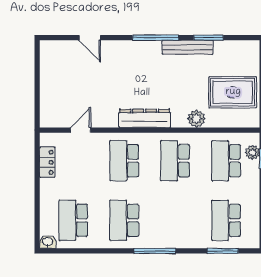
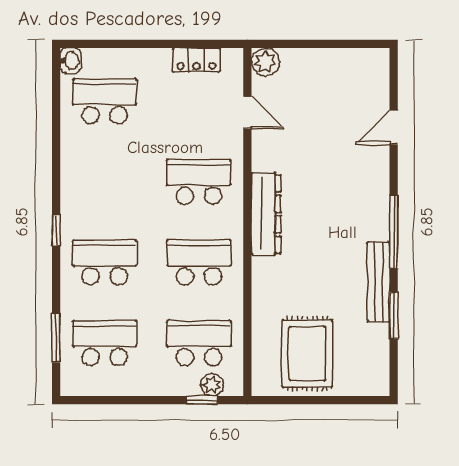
plant: (196, 119) -> (265, 62), moved
school desk: (124, 220) -> (105, 262), moved
window: (155, 251) -> (56, 231), width x0.46

